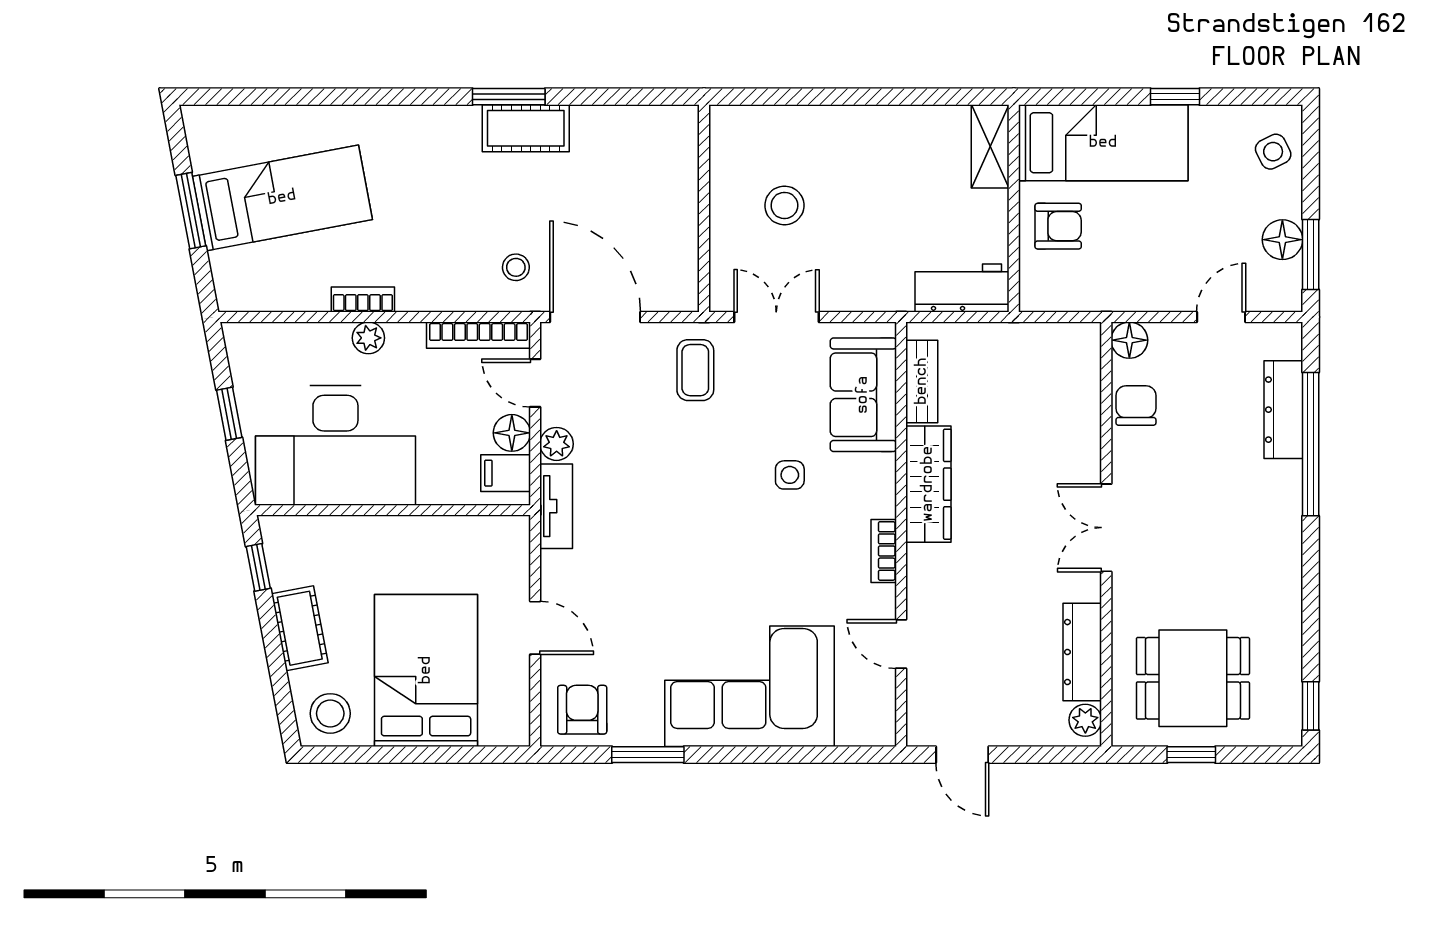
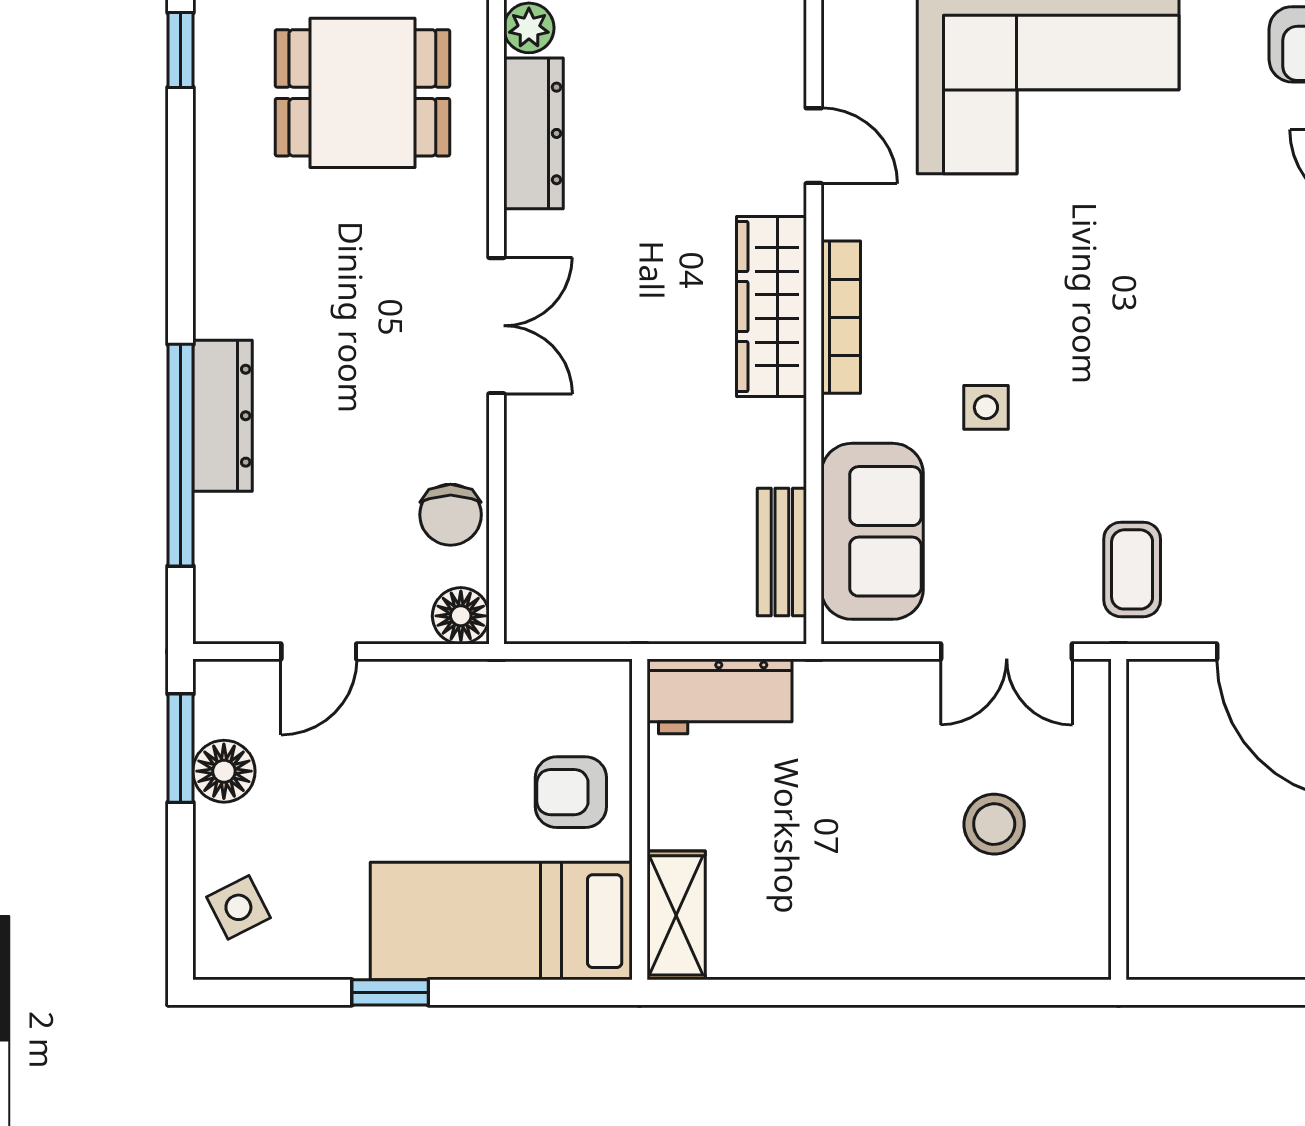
dresser: (1283, 410) -> (223, 416), moved
wardrobe: (928, 484) -> (771, 307), moved
bookcase: (884, 551) -> (841, 317), width x1.56

